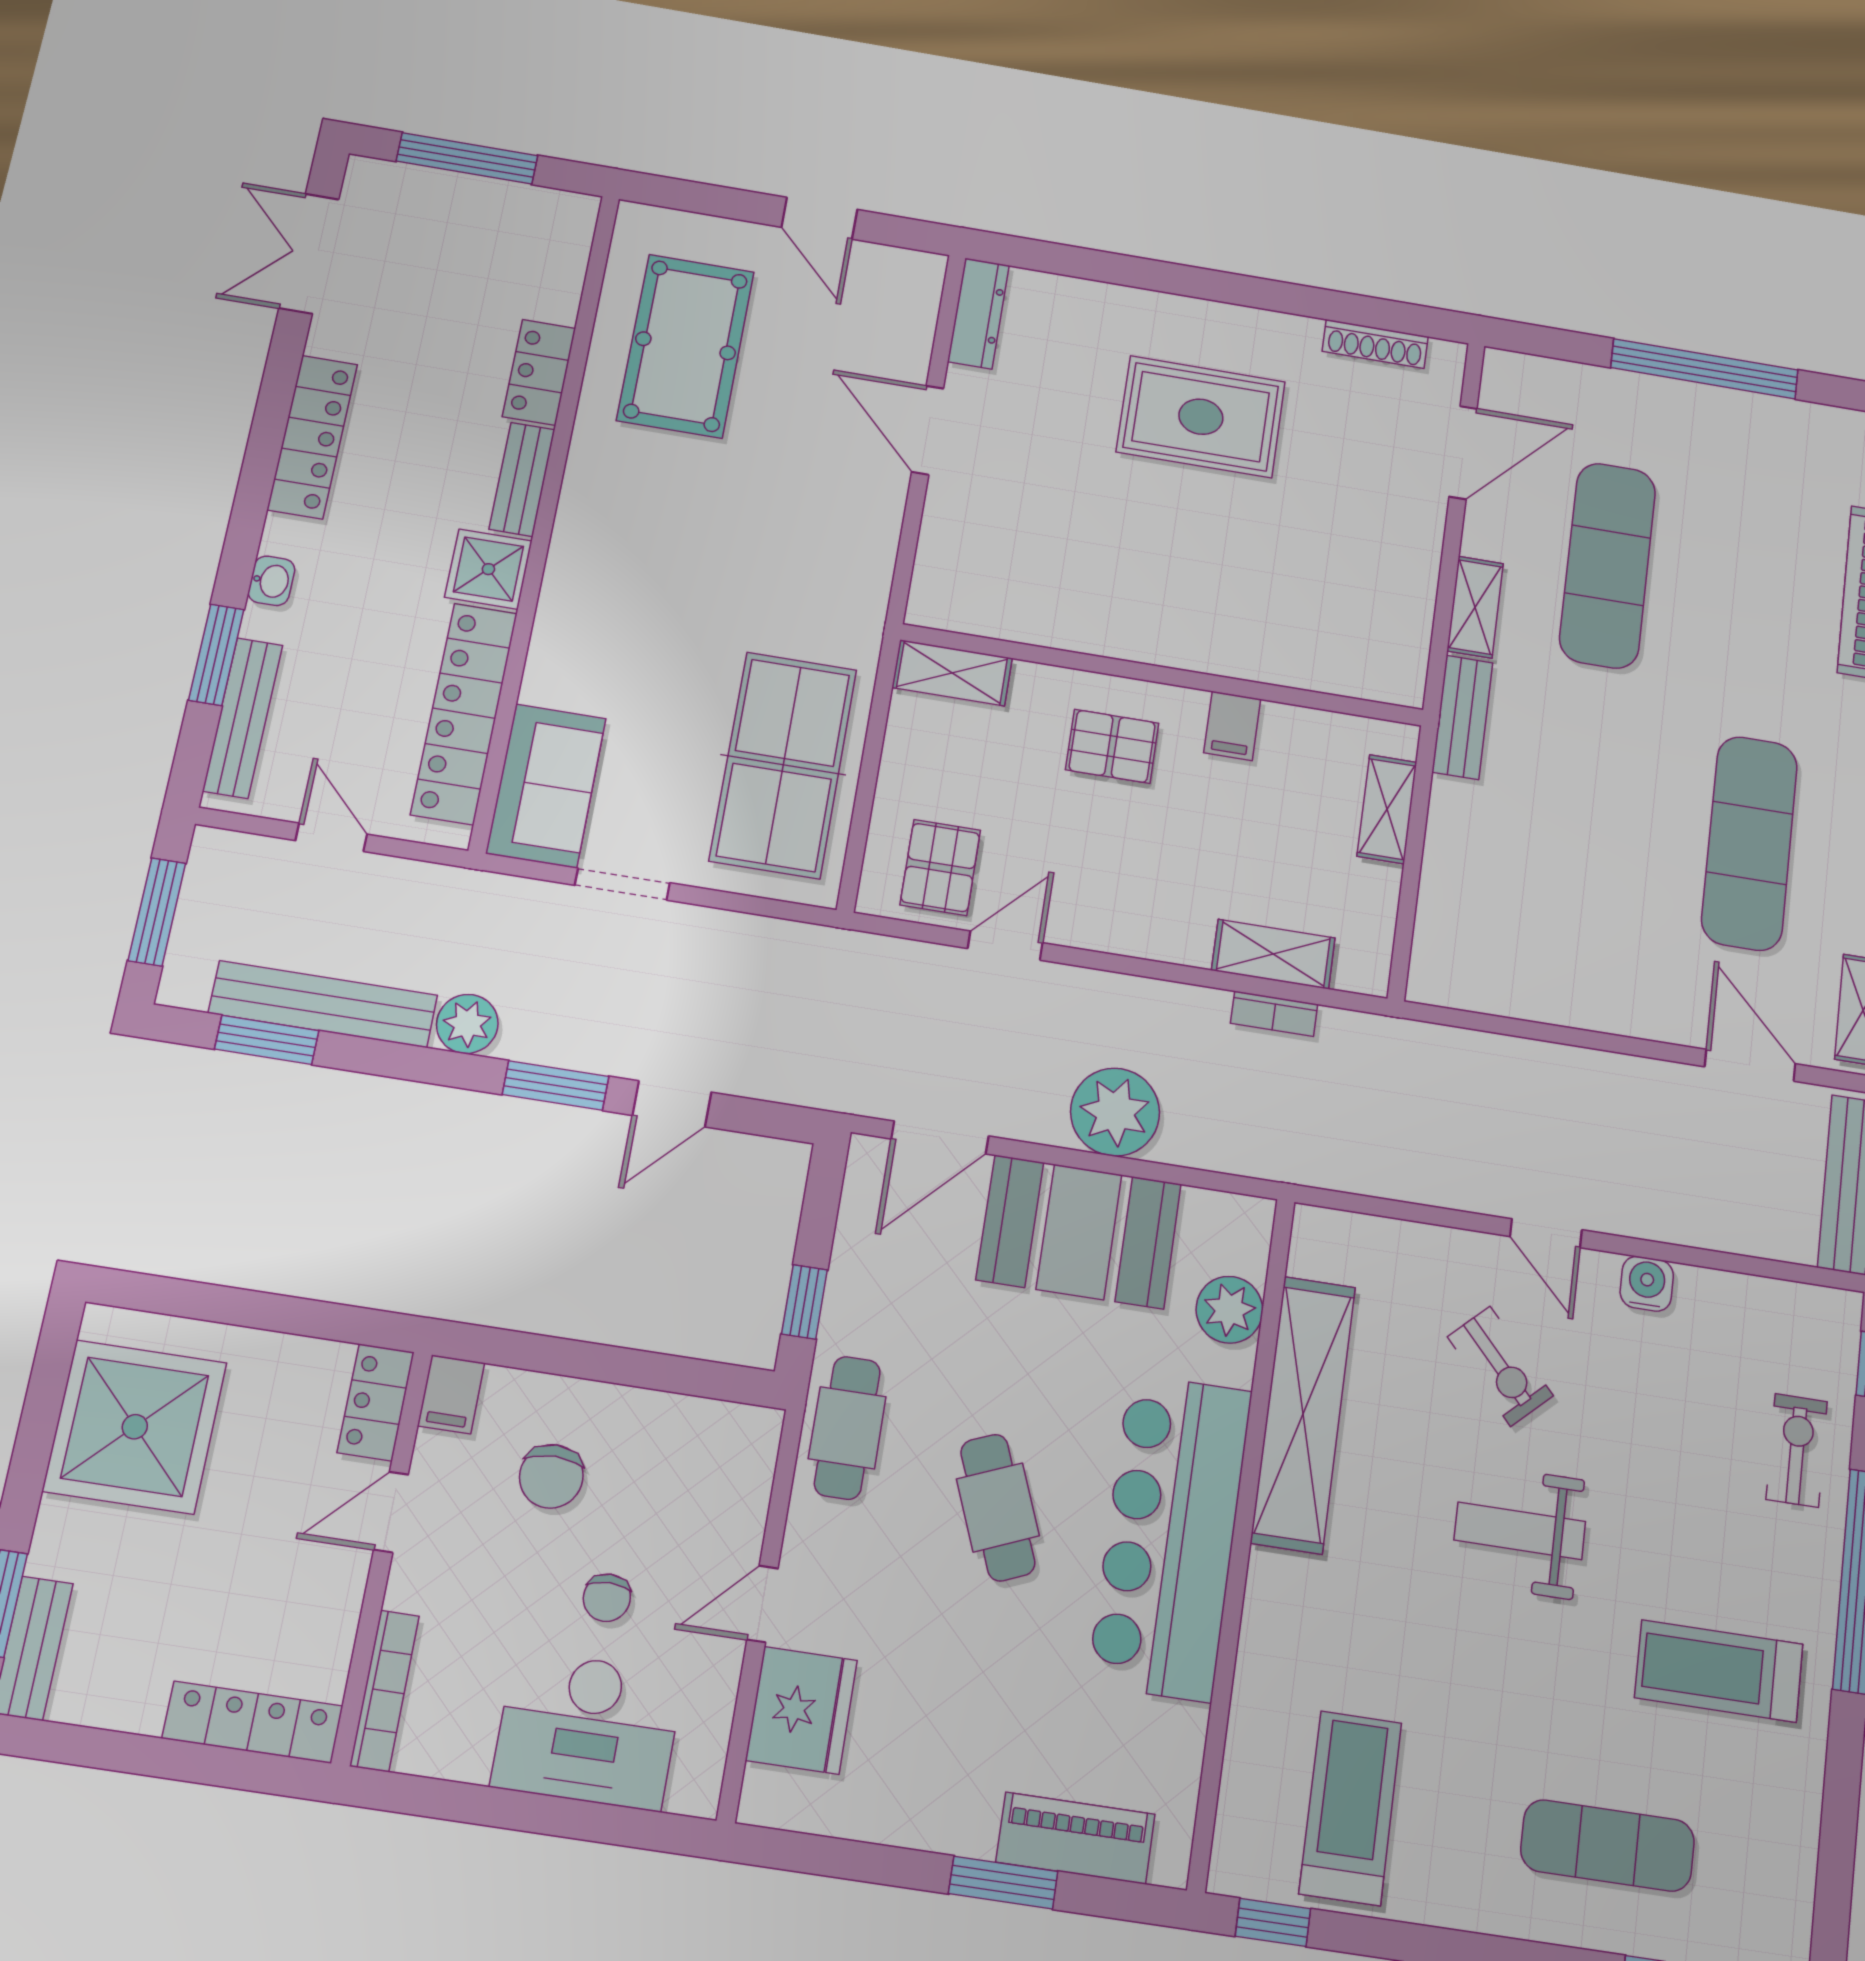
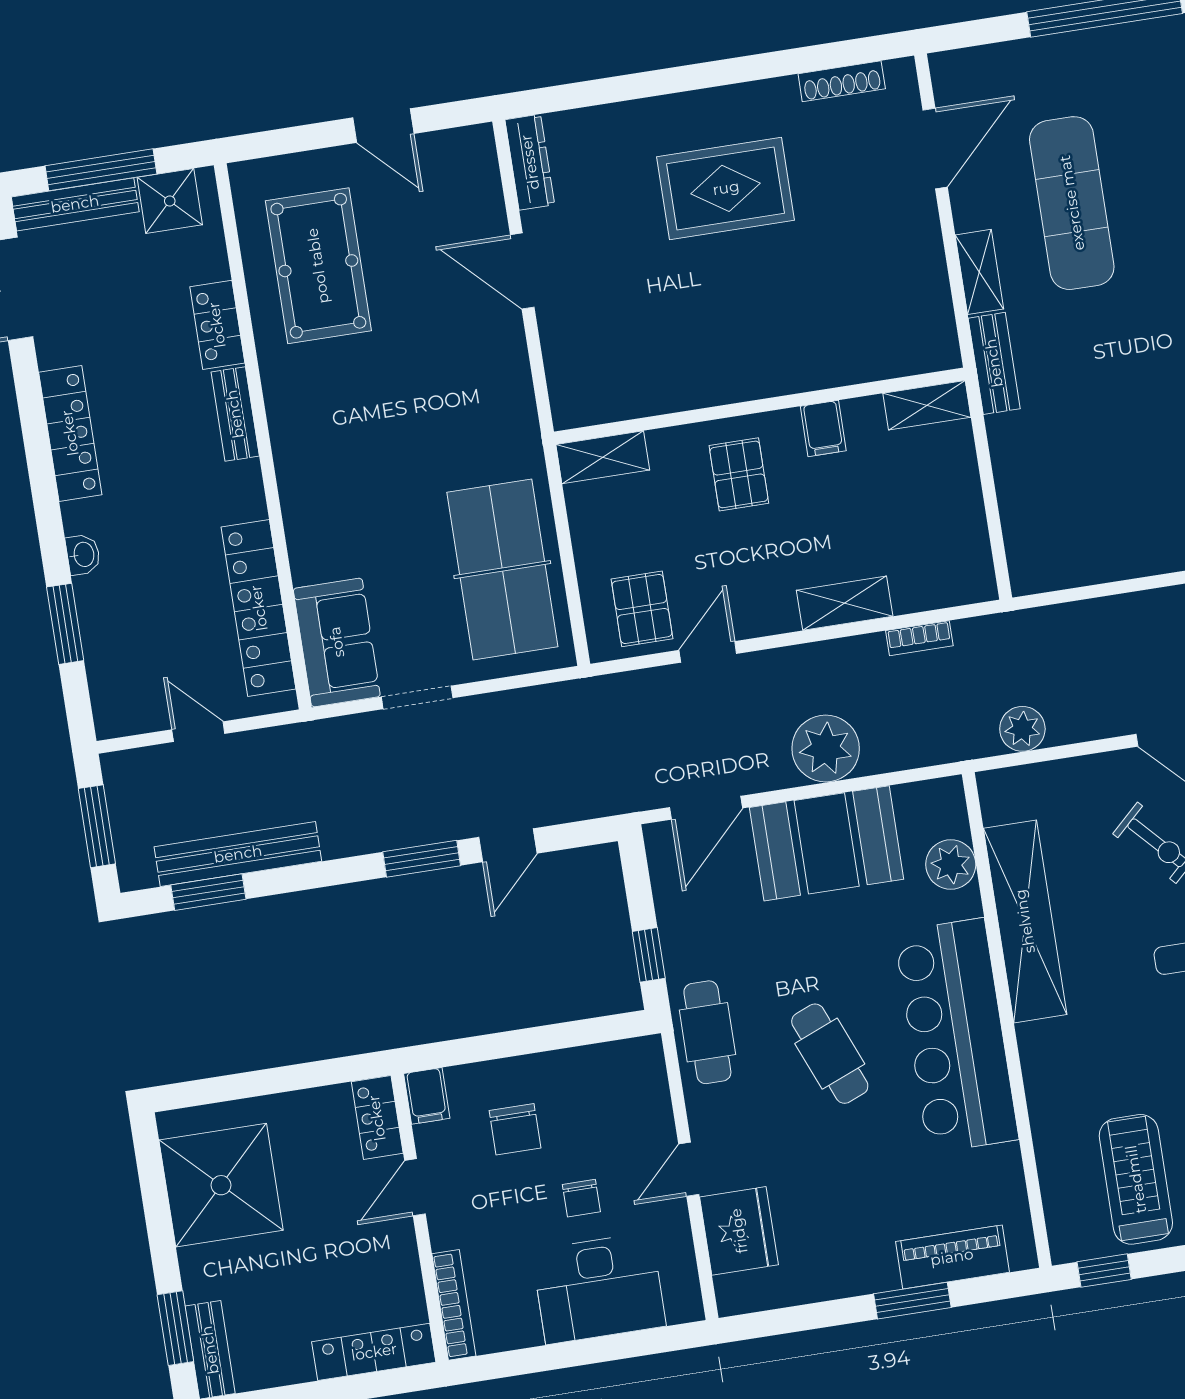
shower: (488, 569) -> (170, 201), moved
bench: (243, 718) -> (75, 204), moved, turned 90
pallet: (1112, 746) -> (739, 474), turned 90
shelving: (1387, 809) -> (927, 405), moved, turned 90
shelving: (1273, 954) -> (845, 603), moved
plant: (467, 1024) -> (1022, 729), moved

